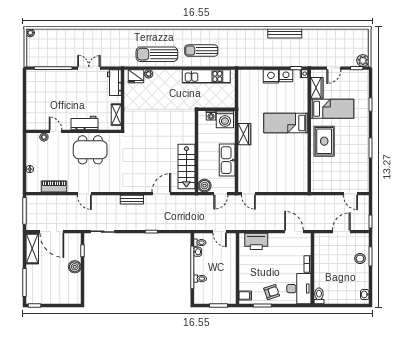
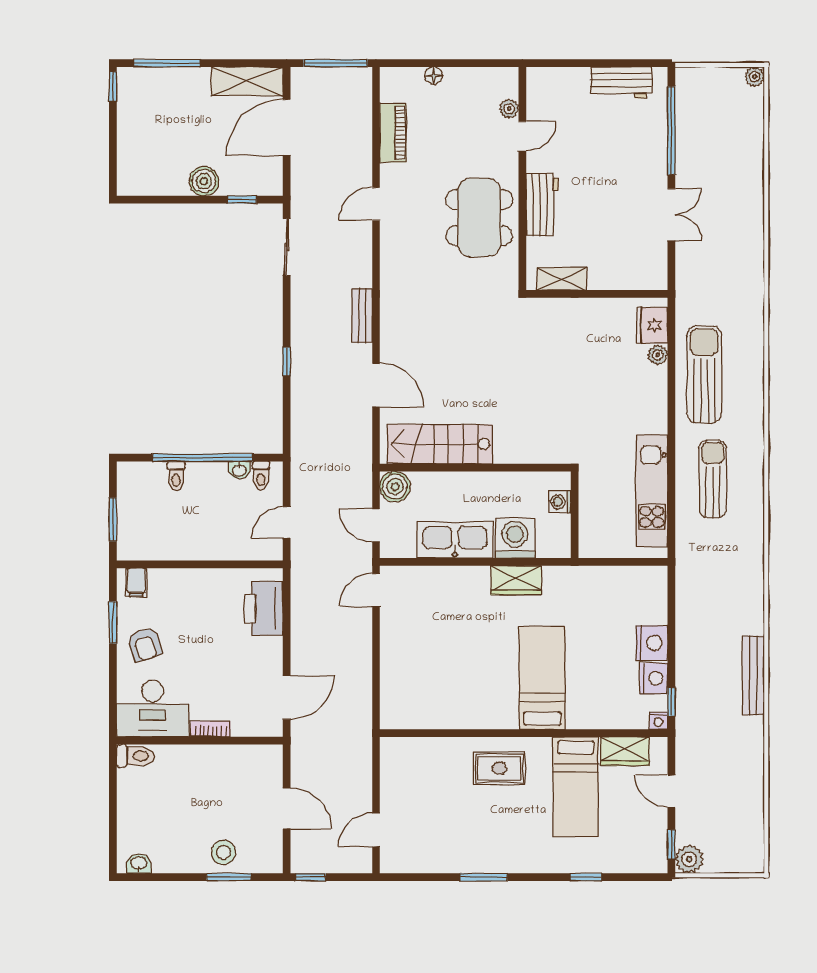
workbench: (114, 83) -> (621, 83), moved, turned 180
washing machine: (225, 119) -> (515, 538), moved, turned 90
rug: (324, 141) -> (499, 768), width x0.73, depth x0.70

